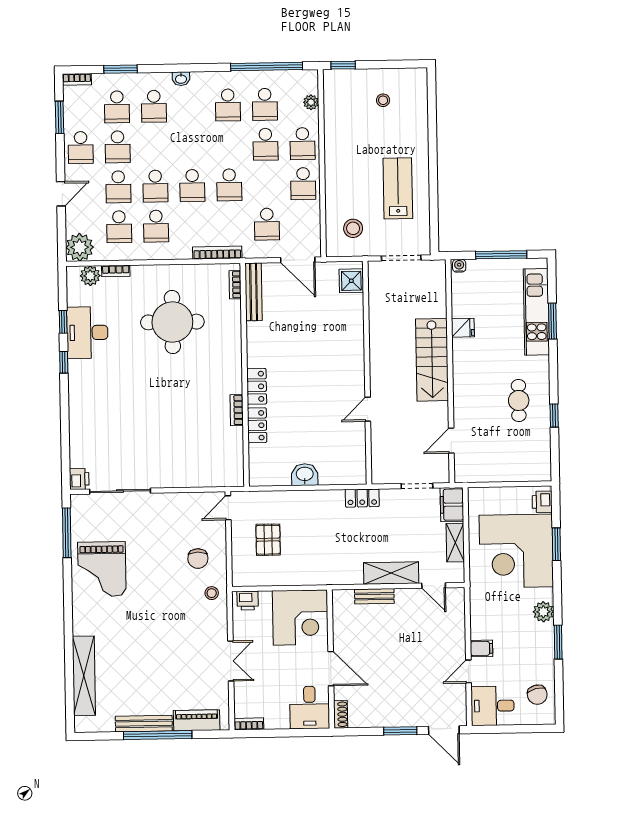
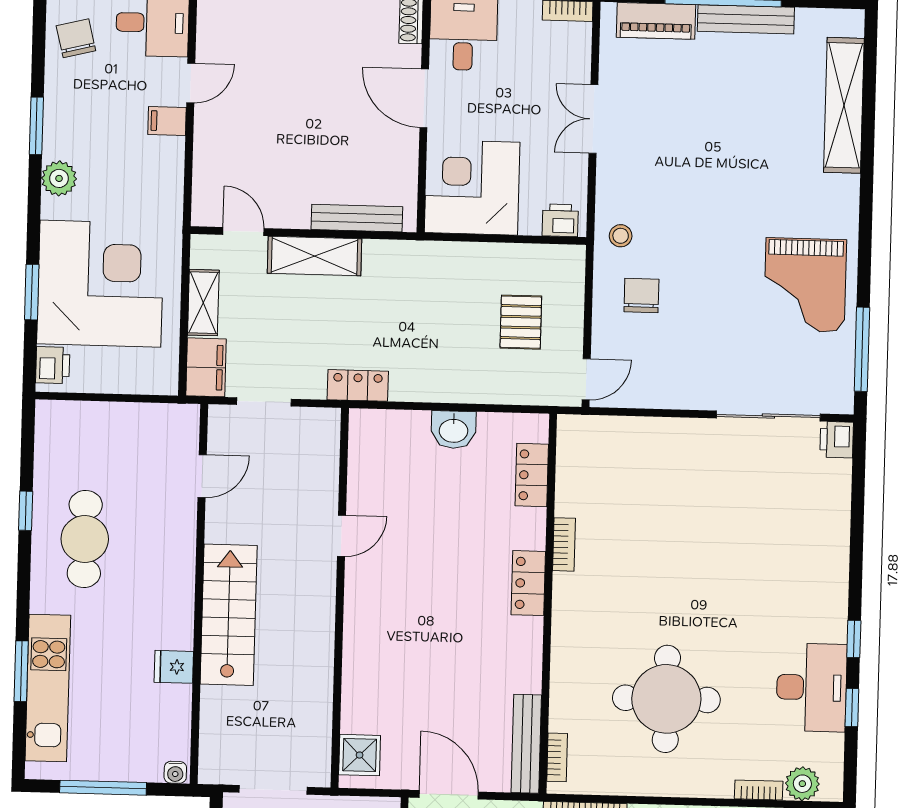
cafe table: (519, 400) -> (85, 539), width x1.37, depth x1.35
locker: (257, 425) -> (532, 475), moved
grand piano: (102, 569) -> (805, 285), turned 180
bench: (374, 596) -> (357, 218), width x1.36

